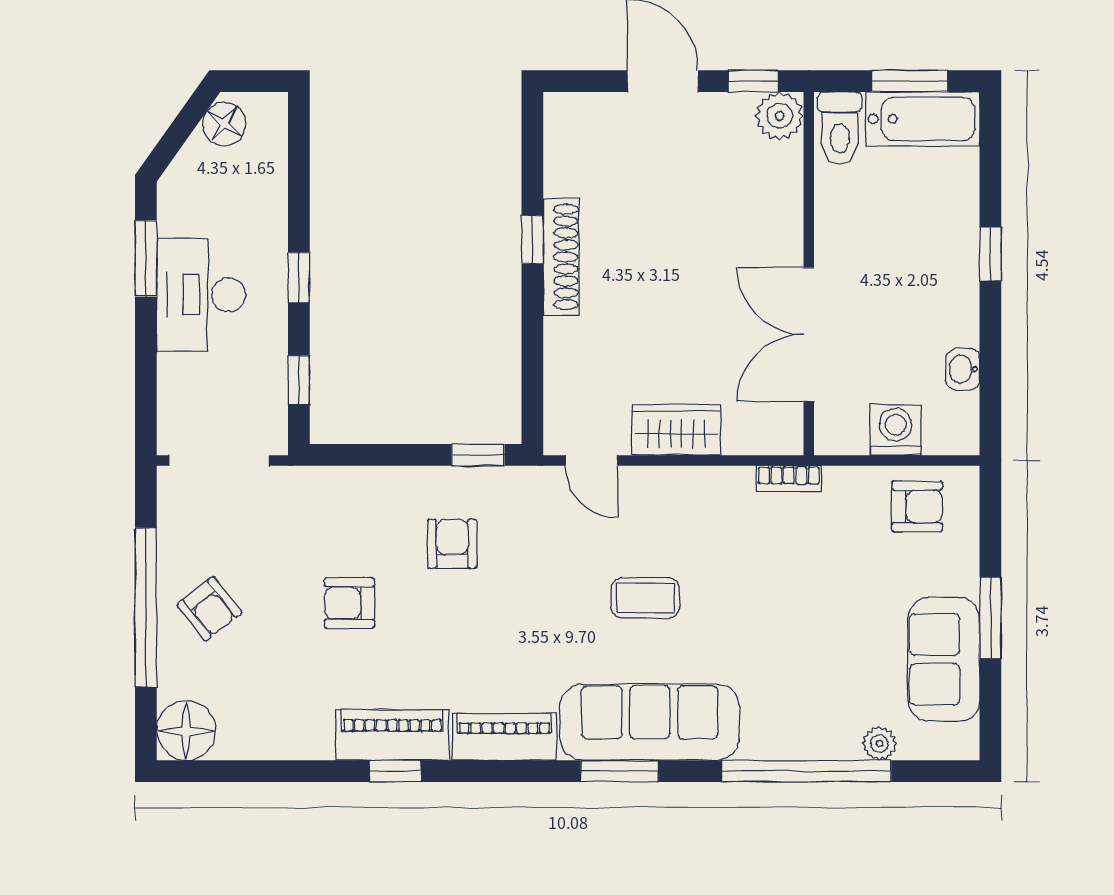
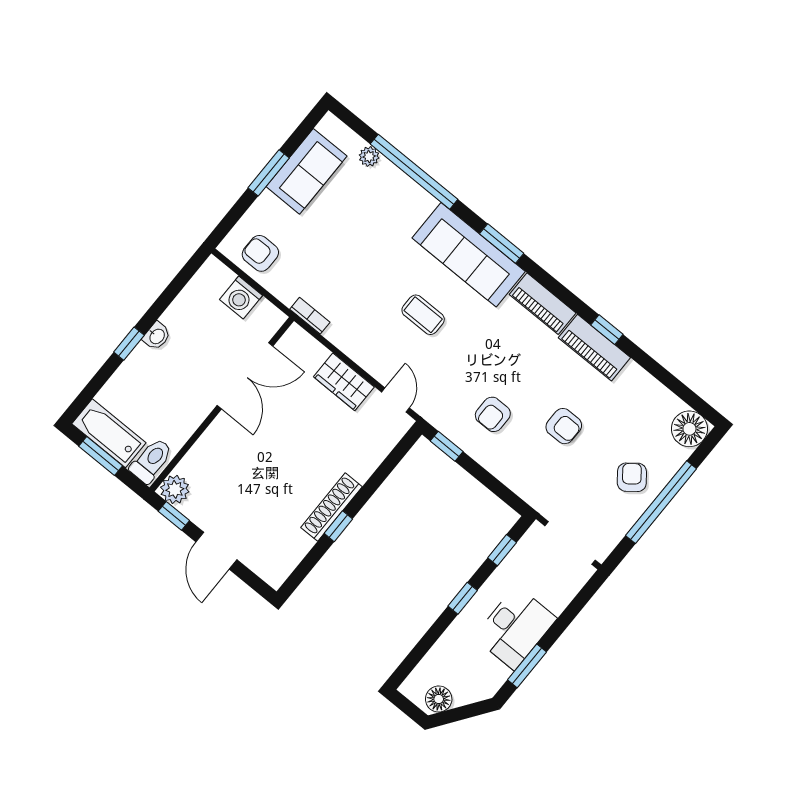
washbasin: (963, 369) -> (157, 336), moved

